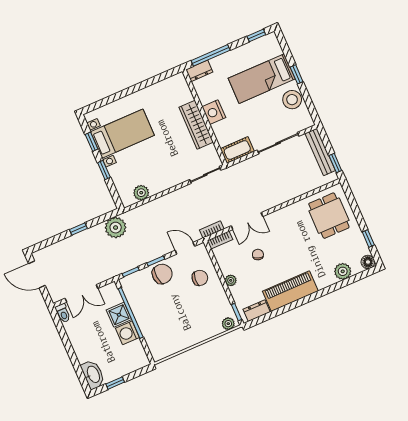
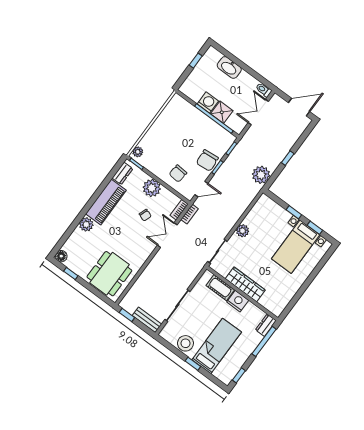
cot: (237, 150) -> (220, 288), moved, turned 90
bench: (320, 152) -> (147, 320), width x0.73
plant: (141, 193) -> (243, 231), moved
dining table: (329, 216) -> (109, 274), width x1.37
plant: (343, 271) -> (86, 224), moved
plant: (231, 280) -> (152, 188), width x1.88, depth x1.88
washbasin: (93, 375) -> (229, 67), moved

